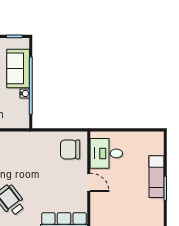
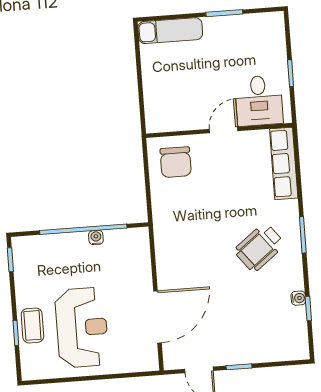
sofa: (18, 68) -> (59, 250), removed
desk: (106, 153) -> (259, 101), moved
exam couch: (157, 177) -> (170, 31), moved

